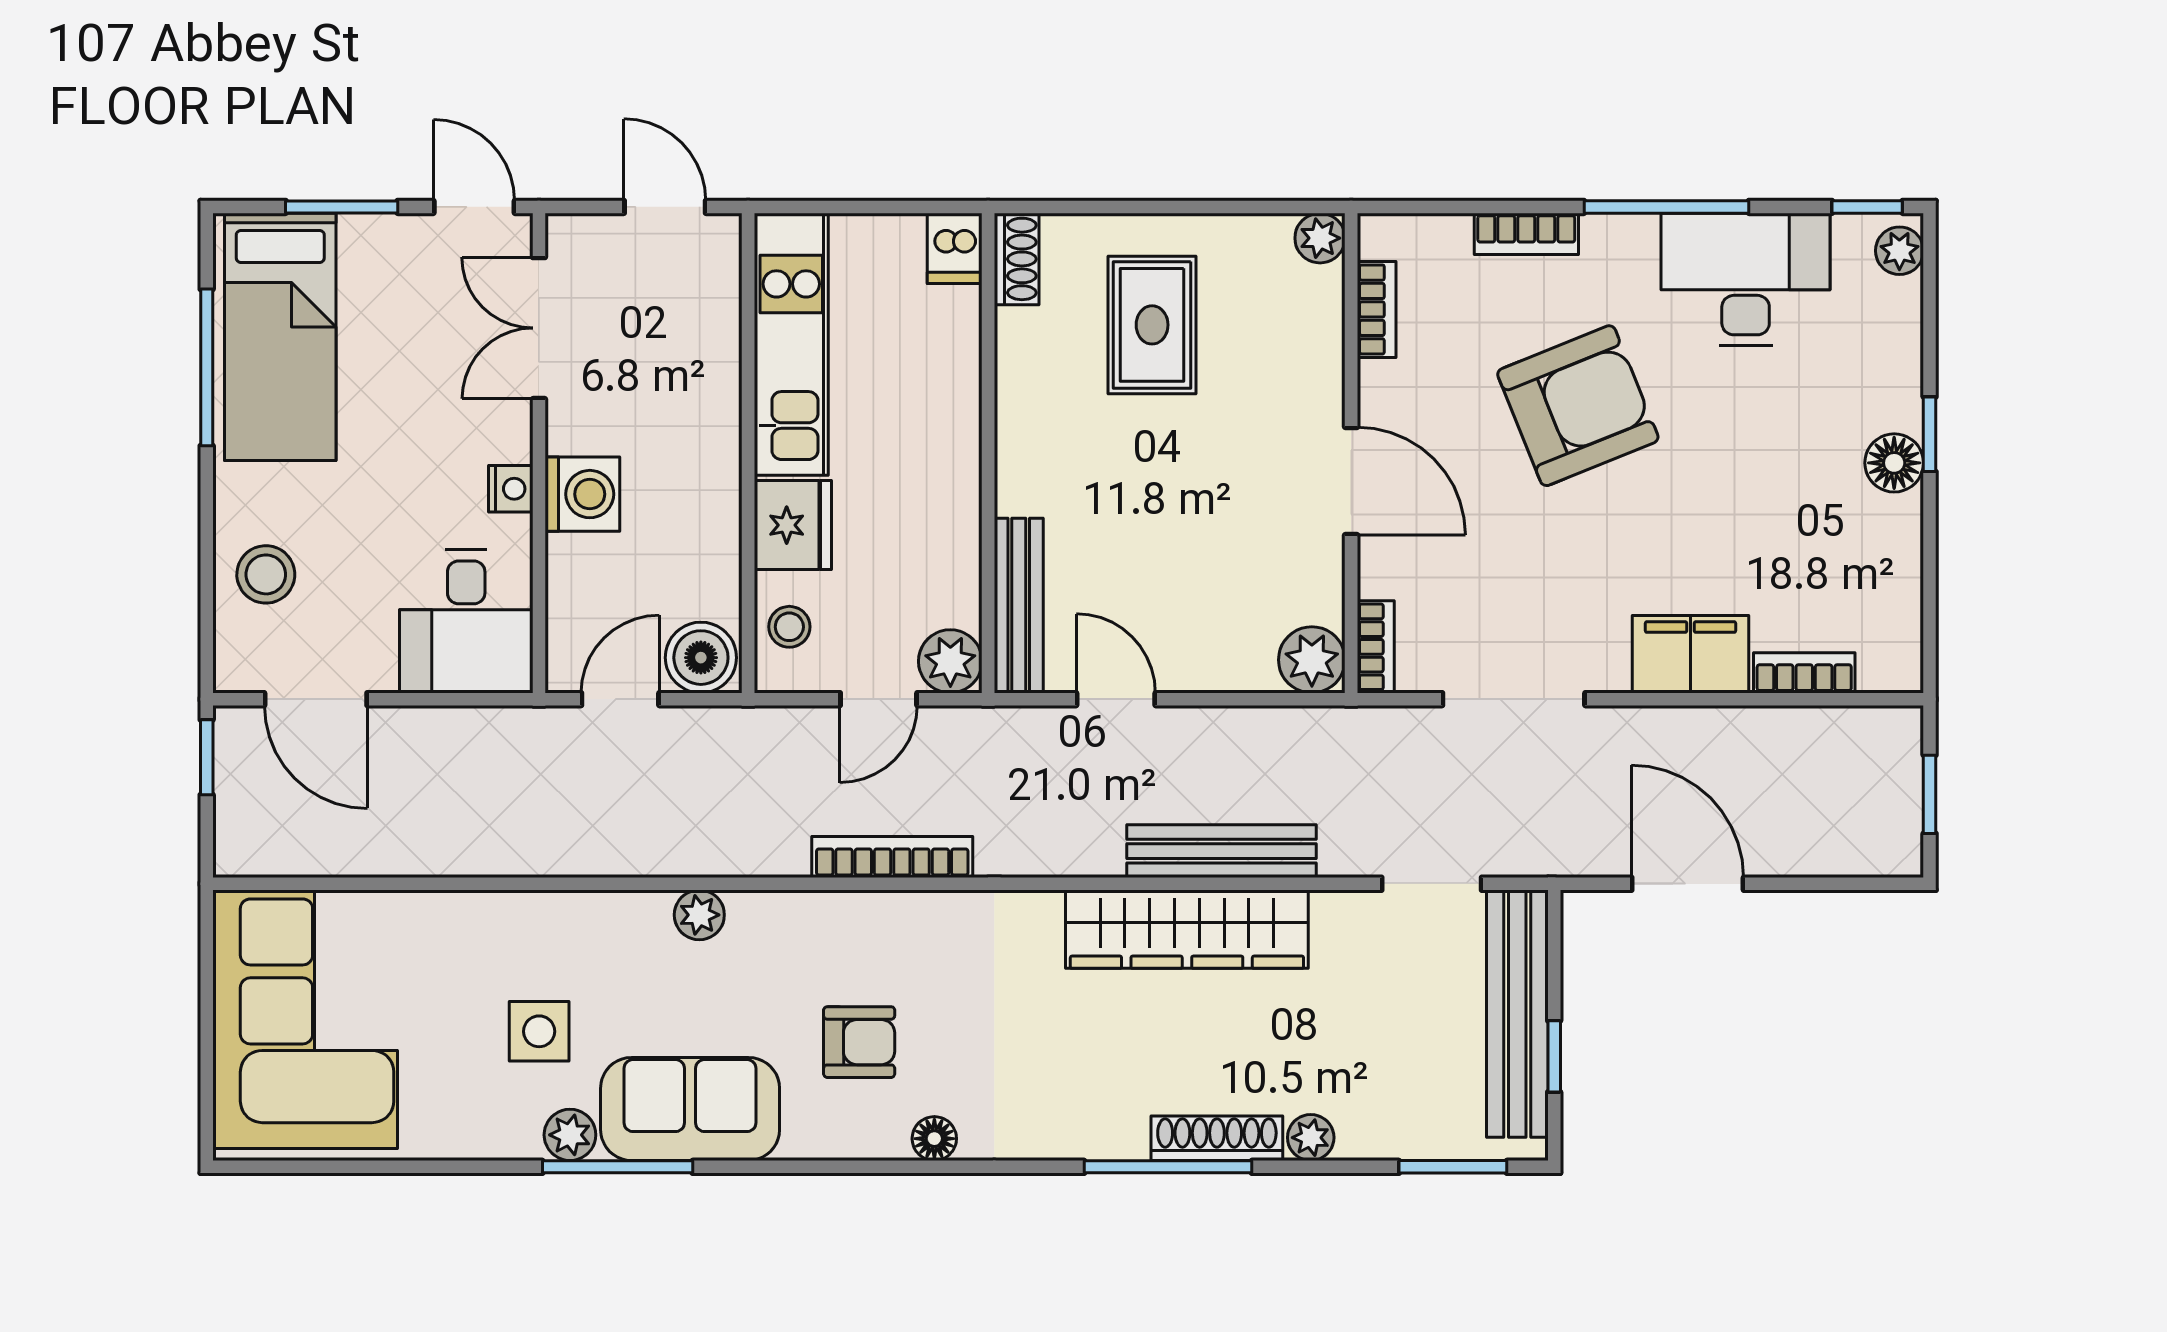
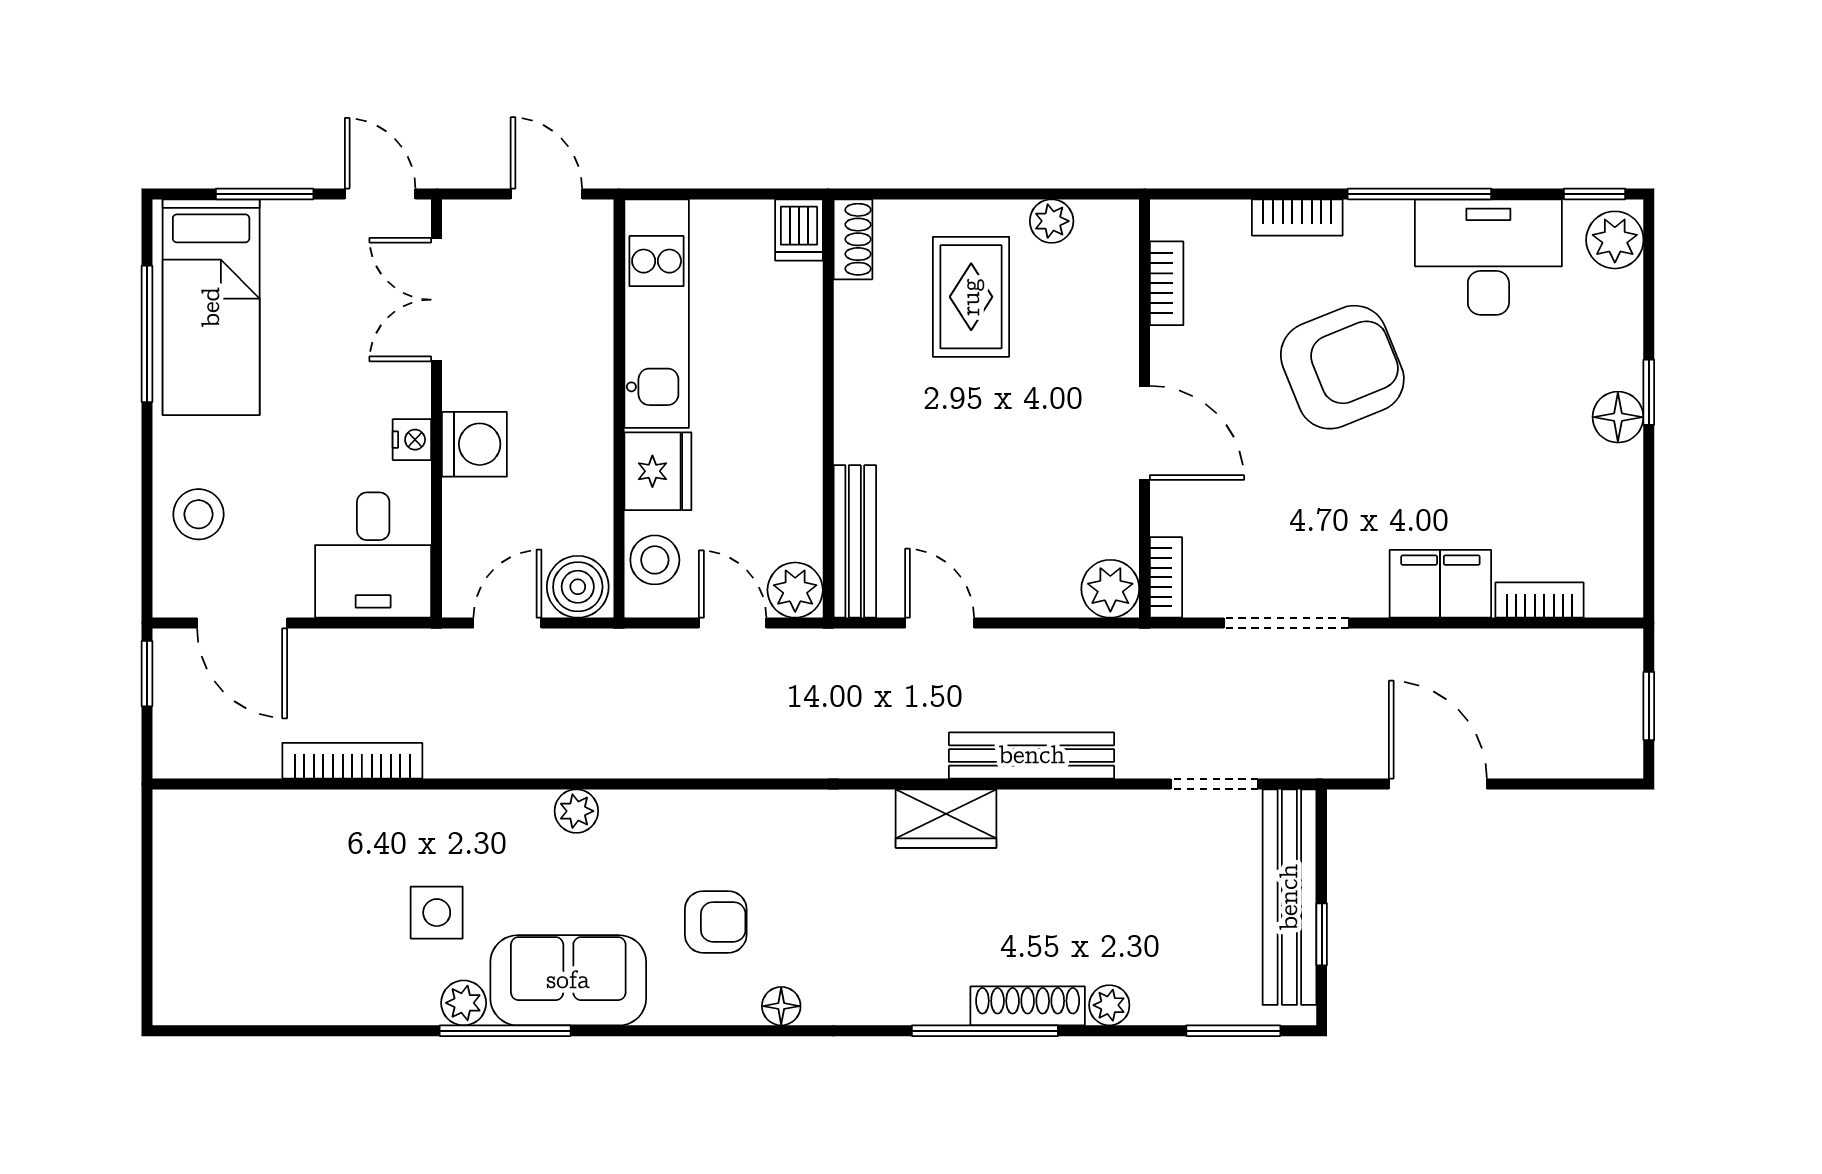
plant: (1320, 238) -> (1052, 221), moved
plant: (1899, 251) -> (1615, 240), width x1.38, depth x1.38
stool: (789, 627) -> (655, 560), width x1.37, depth x1.37
door: (879, 699) -> (733, 623), swing flipped
bookcase: (892, 857) -> (352, 761), moved
wardrobe: (1187, 929) -> (946, 819), width x0.48, depth x0.85
corner sofa: (305, 1019) -> (233, 902), removed

